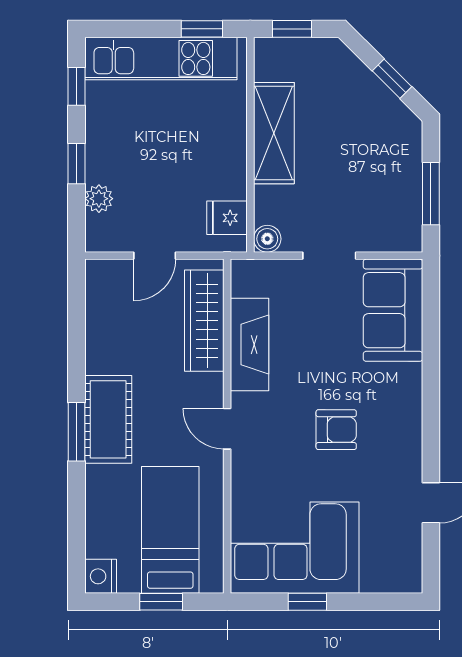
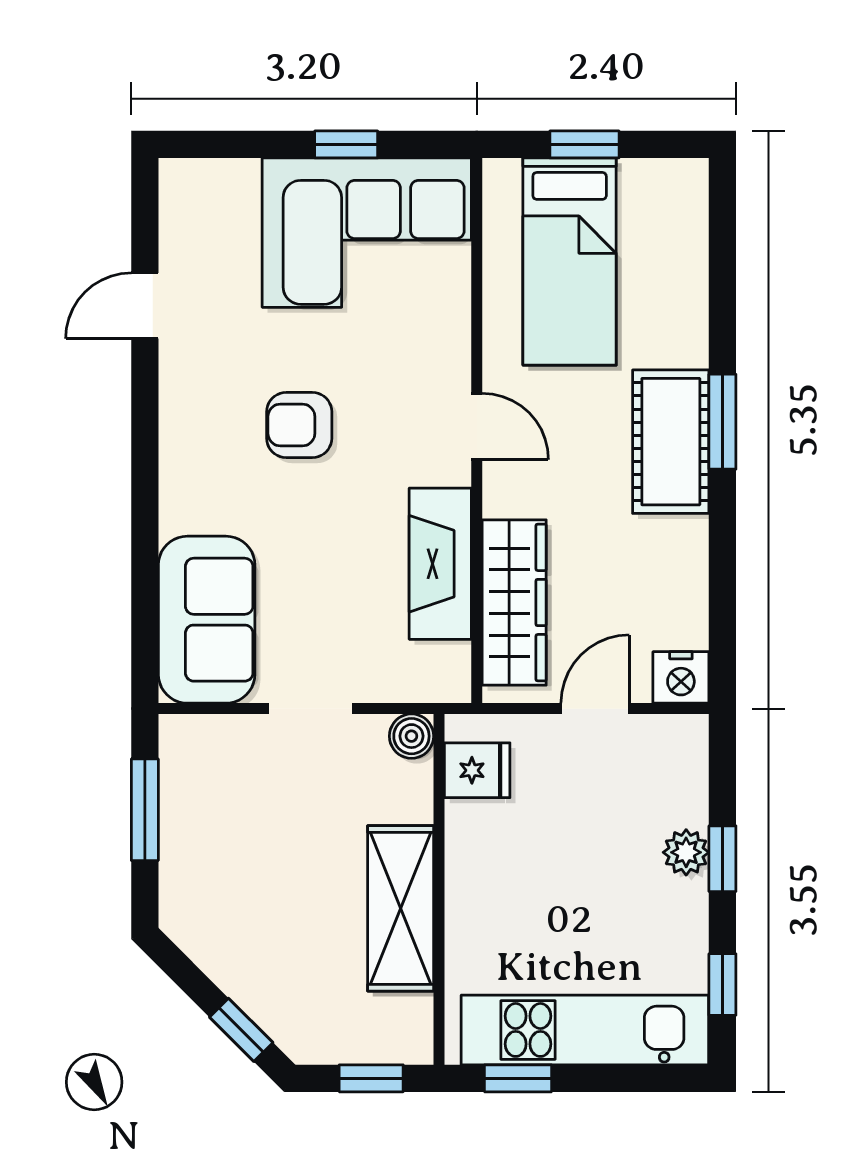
window: (392, 79) -> (241, 1030), moved
plant: (99, 199) -> (686, 852), moved
nightstand: (101, 576) -> (681, 677), moved, turned 90

